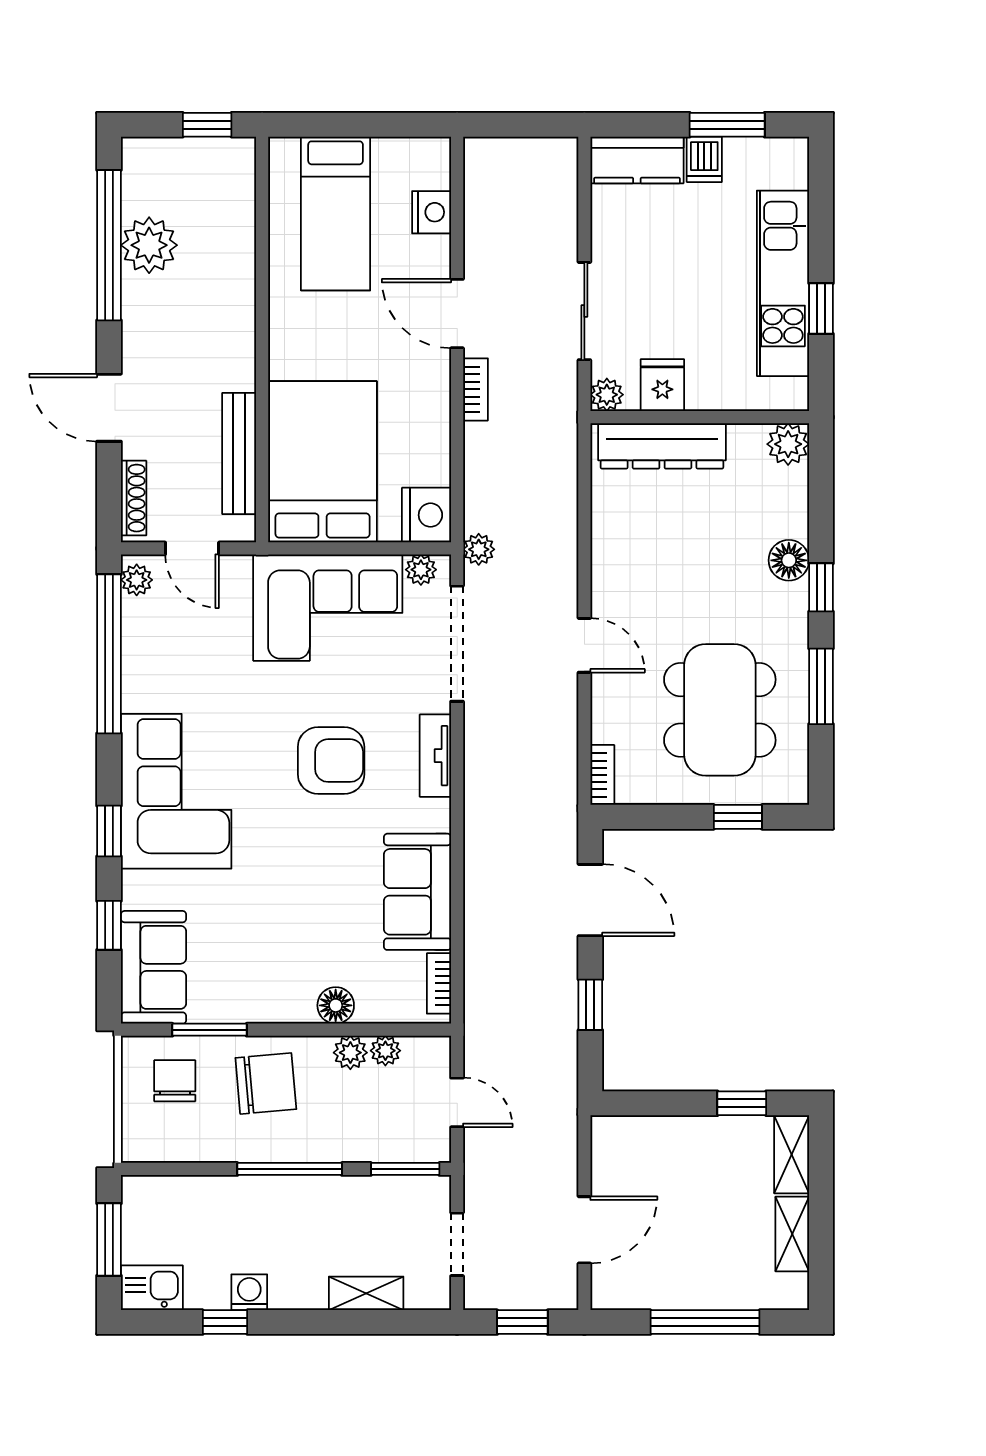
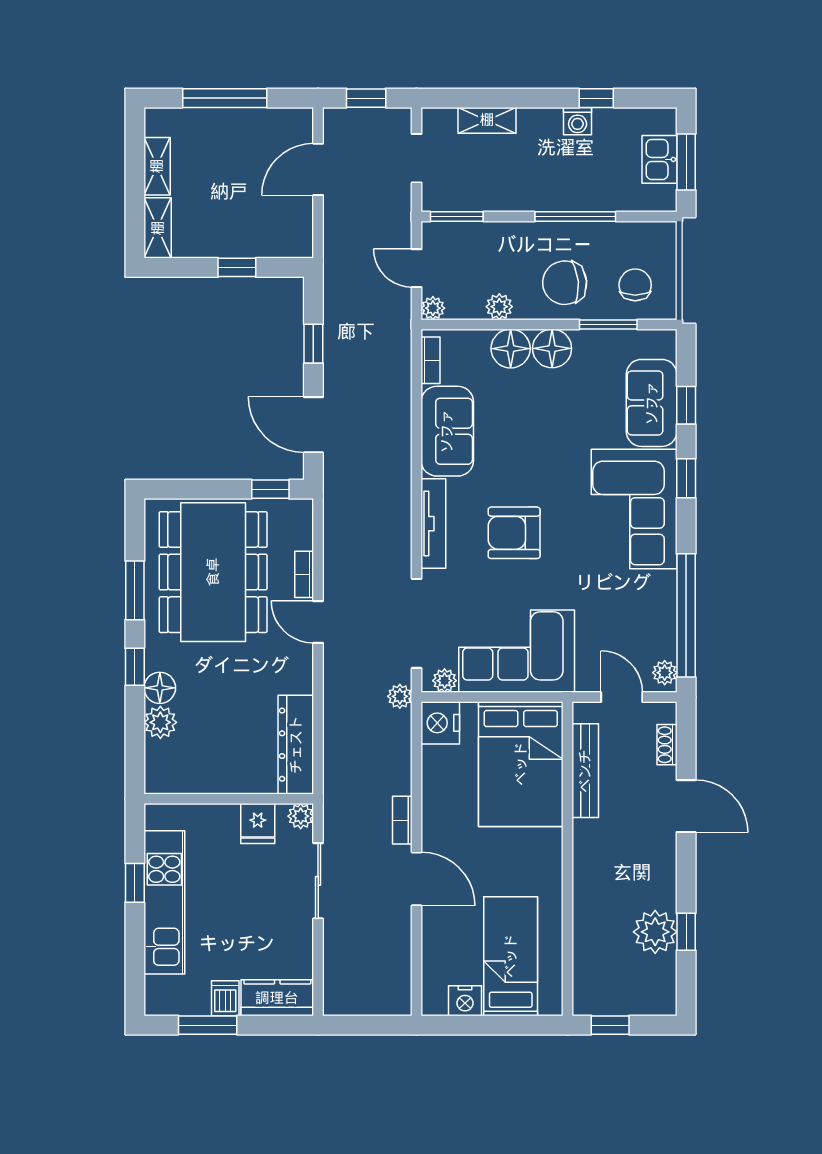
nightstand: (432, 212) -> (465, 1001), moved, turned -90
window: (109, 245) -> (686, 932), width x0.32
plant: (788, 444) -> (160, 722), moved
dresser: (662, 446) -> (296, 745), moved, turned -90
shoe rack: (134, 498) -> (667, 745), width x0.70
dining table: (720, 710) -> (213, 572), width x1.36, depth x1.24
tv unit: (435, 756) -> (433, 524), width x1.41
bookcase: (602, 775) -> (304, 574), moved
window: (738, 817) -> (270, 489), moved
sofa: (154, 967) -> (652, 403), moved
floor lamp: (282, 999) -> (552, 348), added
floor lamp: (336, 1005) -> (511, 349), width x1.38, depth x1.38
plant: (385, 1051) -> (433, 308), moved
chair: (175, 1081) -> (635, 285), turned 180
window: (742, 1103) -> (237, 267), moved
window: (290, 1169) -> (575, 217), moved
kitchen sink: (152, 1288) -> (659, 159), moved, turned 90

